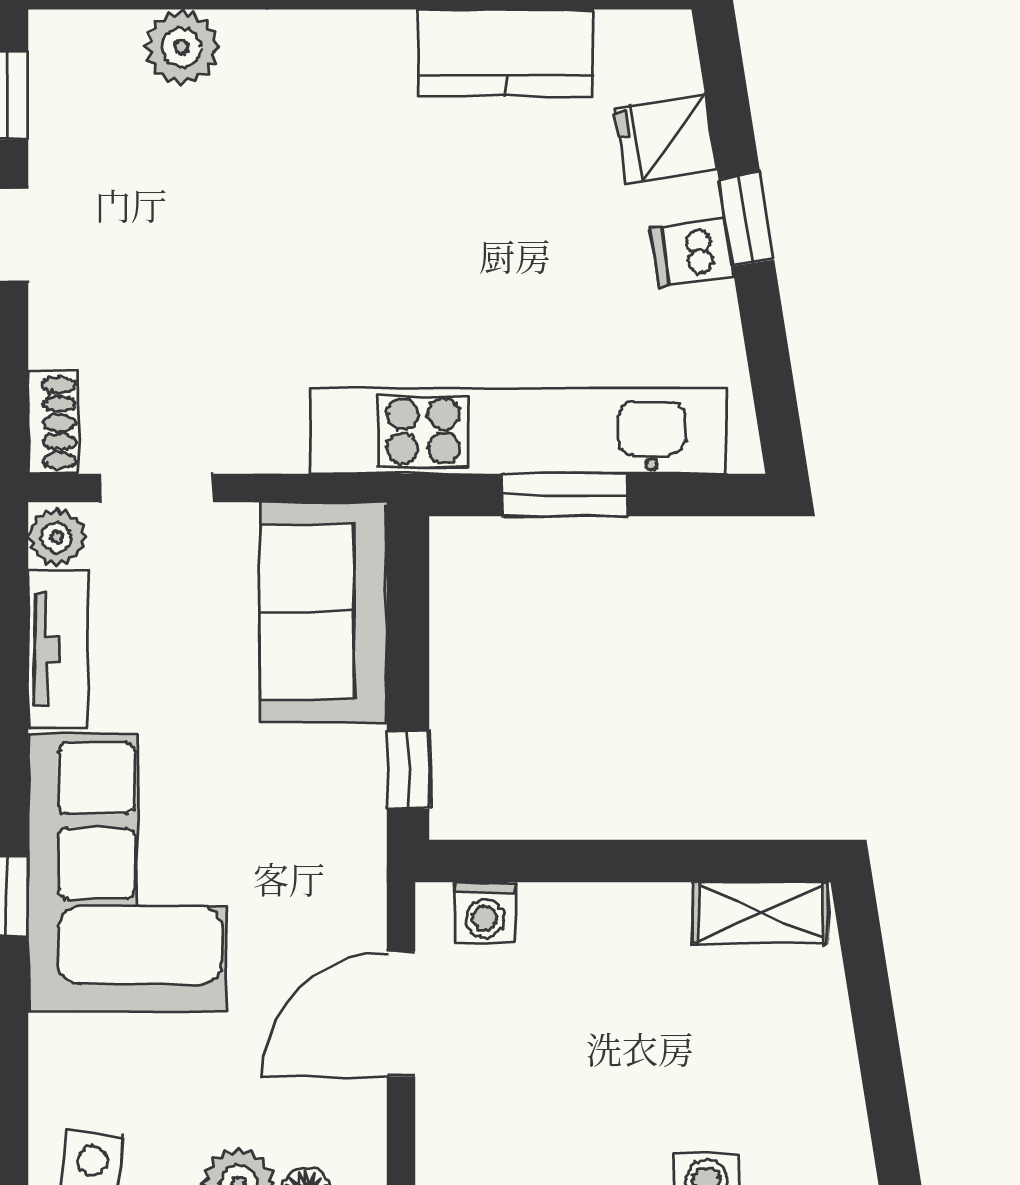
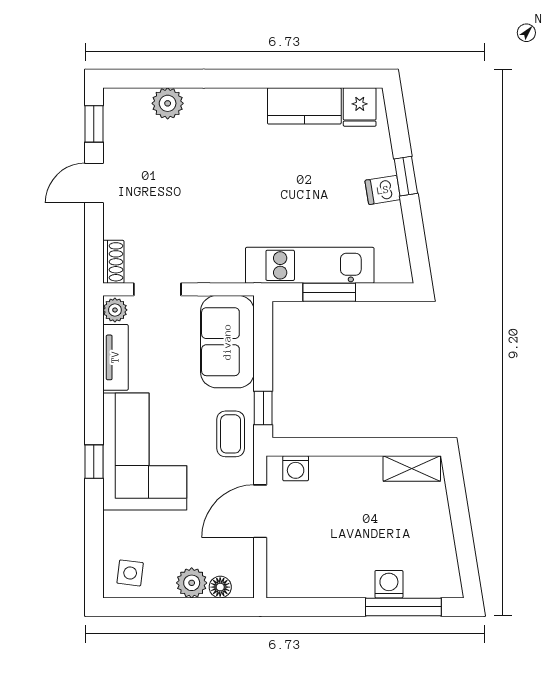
fridge: (665, 138) -> (360, 107), moved, turned -81
kitchen unit: (518, 431) -> (310, 265), width x0.73
coffee table: (331, 831) -> (231, 434), added

